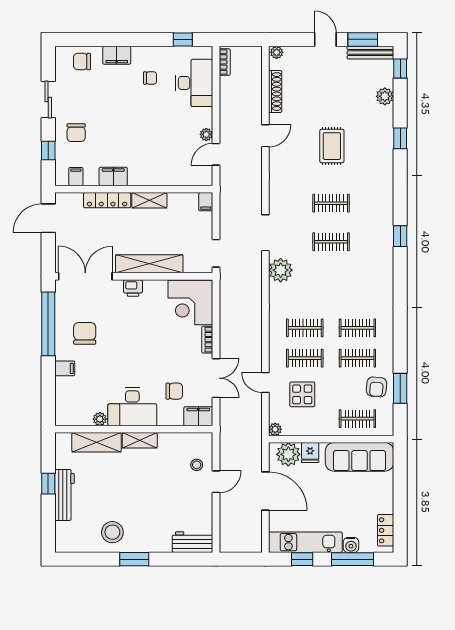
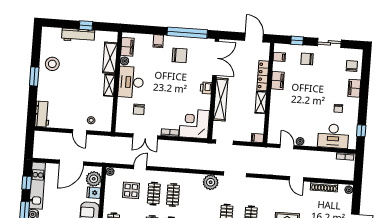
filing cabinet: (198, 416) -> (127, 47), moved

